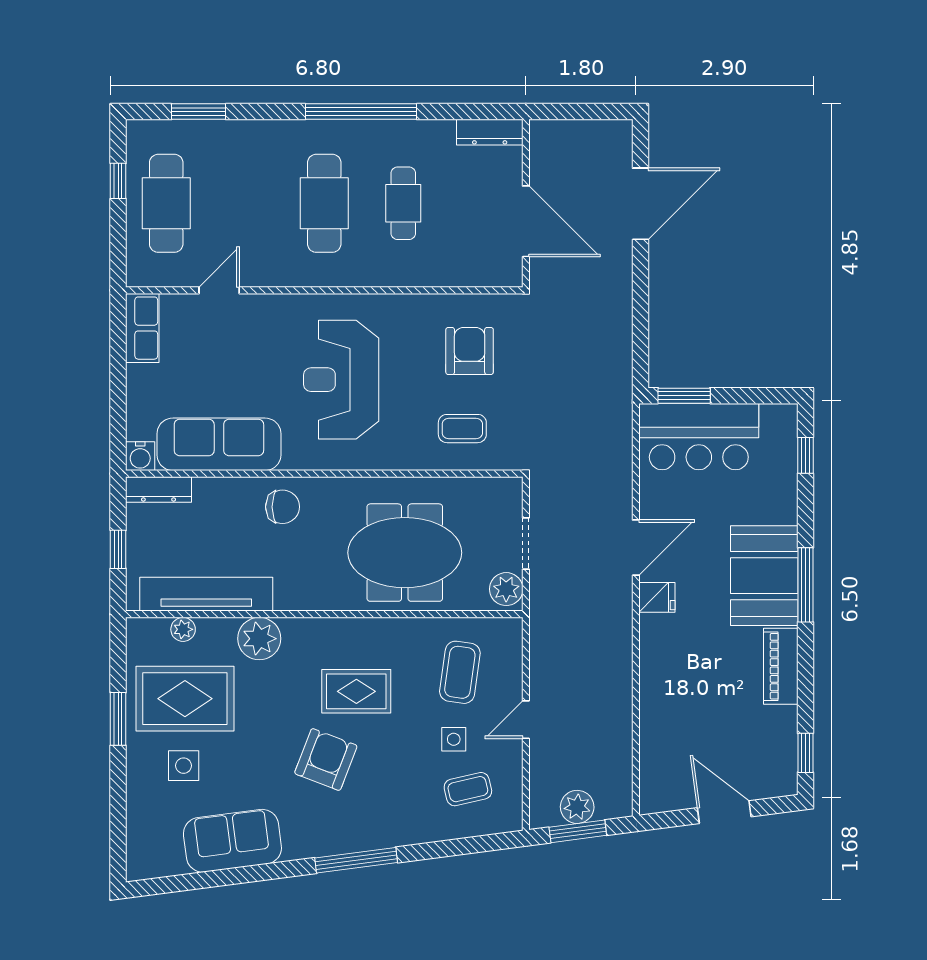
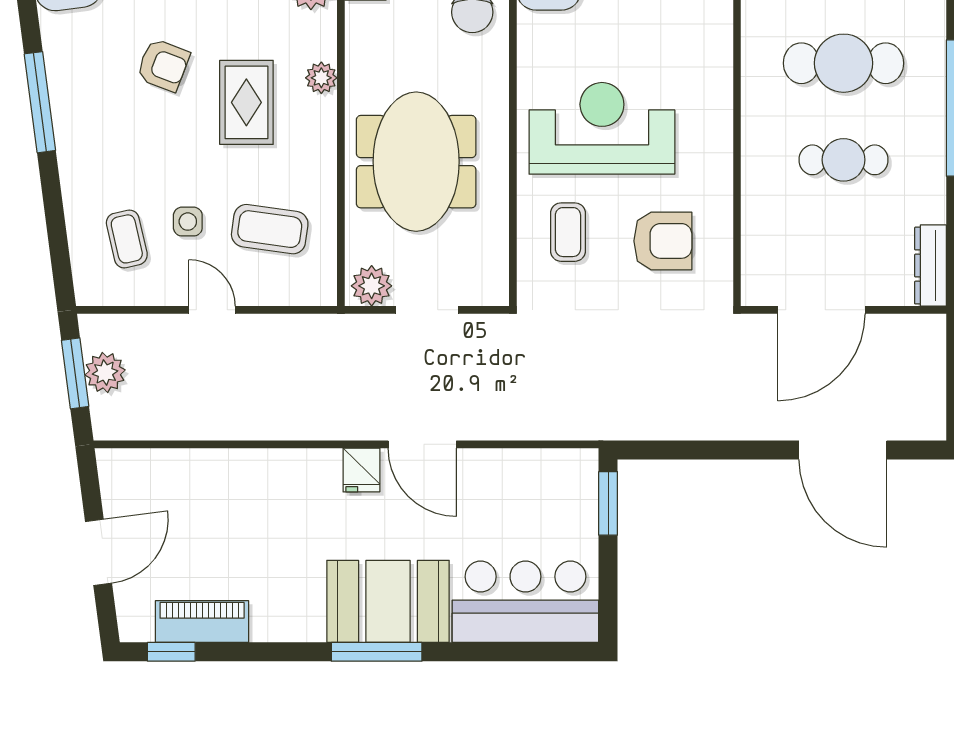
reception desk: (341, 380) -> (602, 128), moved
bar counter: (699, 437) -> (525, 602), moved, turned 90
window: (805, 455) -> (535, 652), removed
plant: (336, 630) -> (321, 78), added
piano: (781, 666) -> (202, 622), moved
armchair: (326, 759) -> (163, 65), width x0.72, depth x0.72

